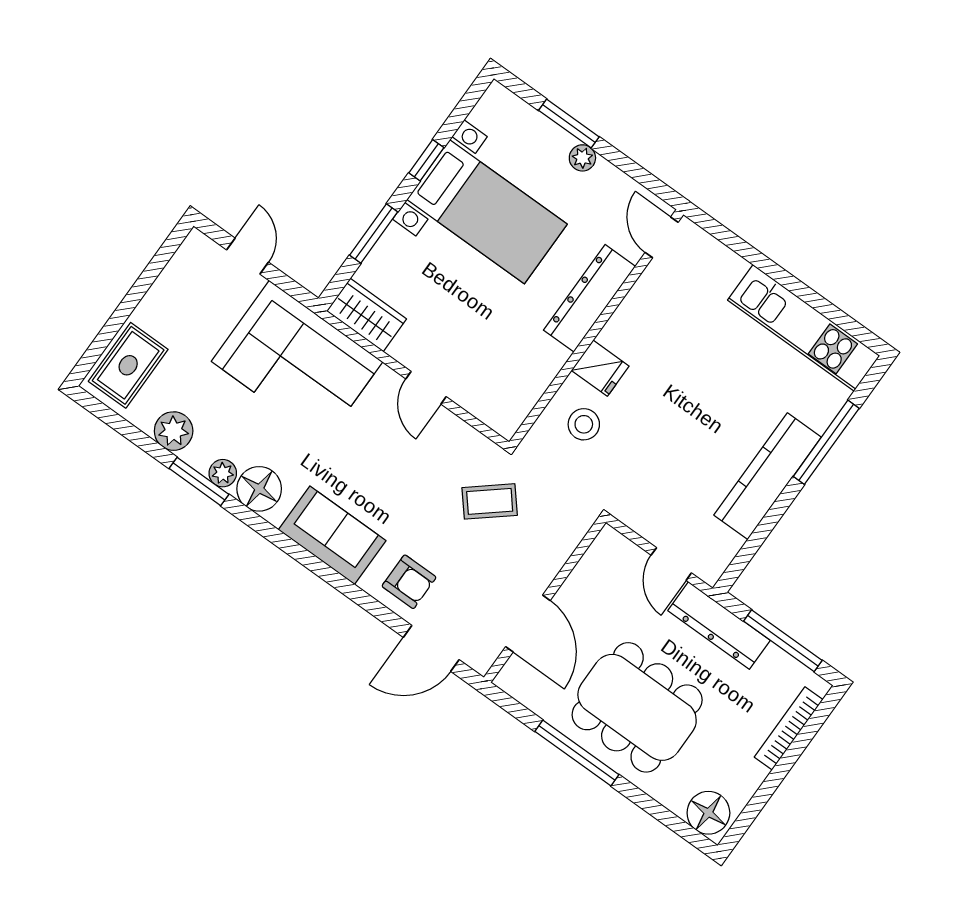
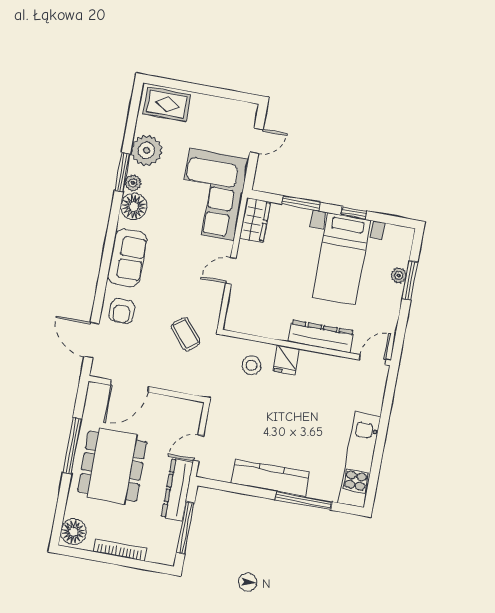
plant: (582, 158) -> (399, 275), moved
plant: (174, 431) -> (146, 150), width x1.36, depth x1.36
bookcase: (789, 728) -> (120, 550), moved

